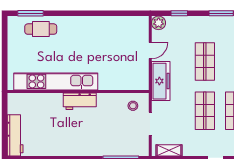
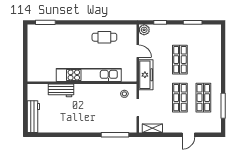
cafe table: (41, 29) -> (104, 37), moved
door: (150, 51) -> (138, 51), hinge flipped
kitchen unit: (56, 81) -> (89, 75), moved
workbench: (80, 101) -> (61, 90), moved

